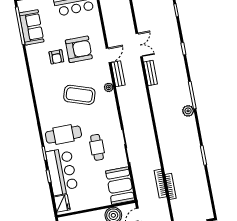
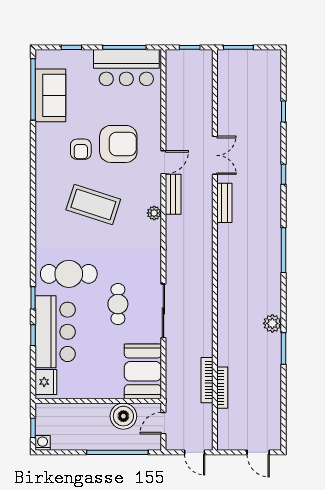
coffee table: (79, 95) -> (93, 205), moved
plant: (188, 111) -> (272, 323), moved

